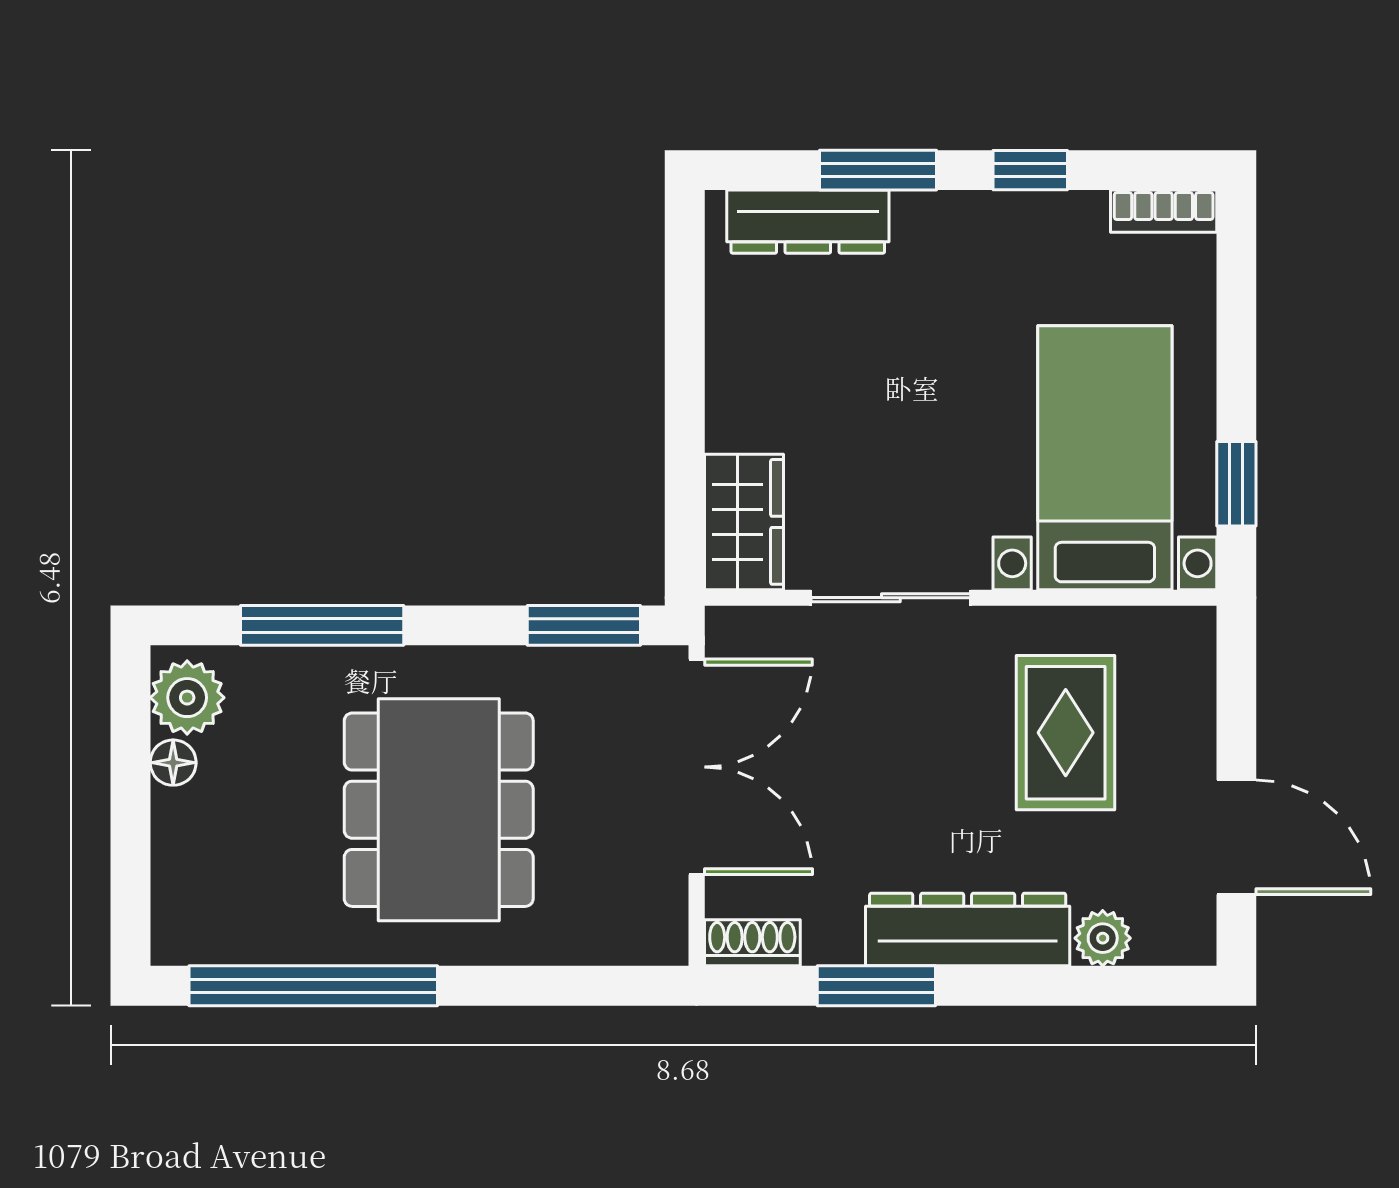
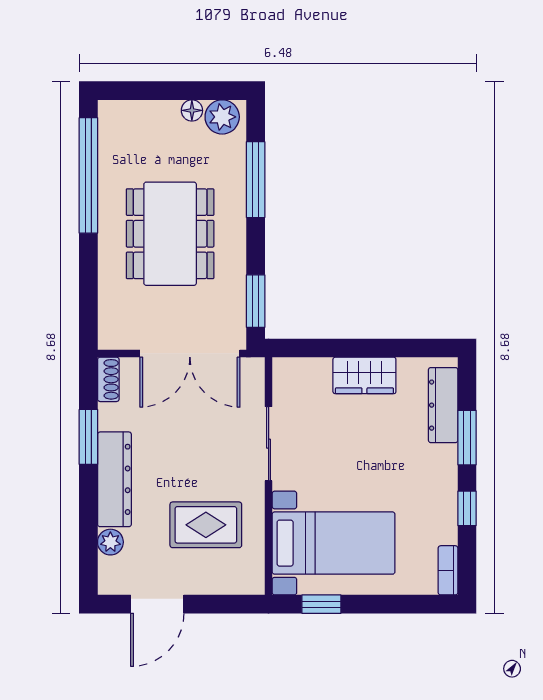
wardrobe: (744, 522) -> (364, 375), moved
dining table: (439, 810) -> (170, 234), turned 90

